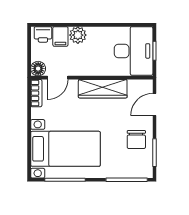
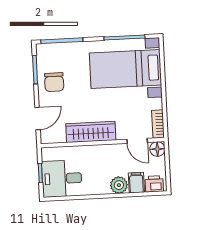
desk: (134, 51) -> (62, 179), width x0.73
door: (58, 78) -> (137, 141), swing flipped
chair: (136, 140) -> (54, 82), turned 180

